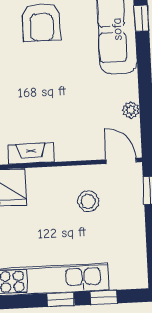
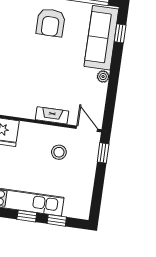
plant: (131, 110) -> (103, 77), moved
fireplace: (31, 154) -> (52, 115), moved

